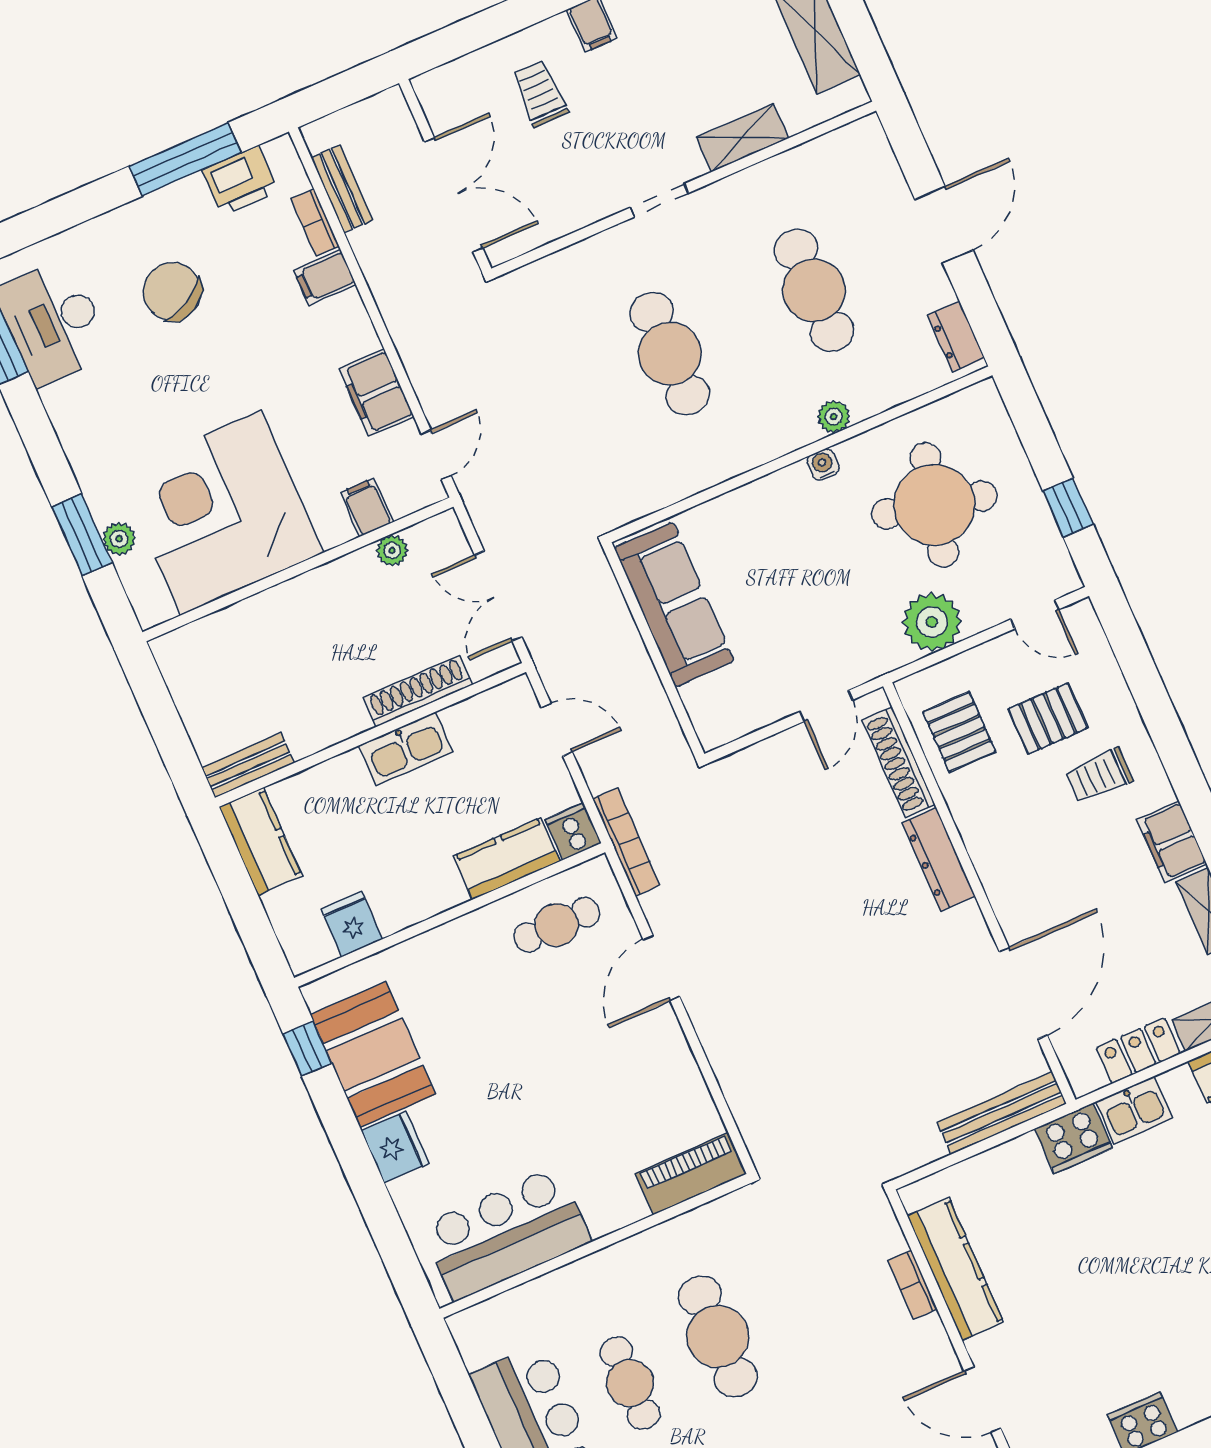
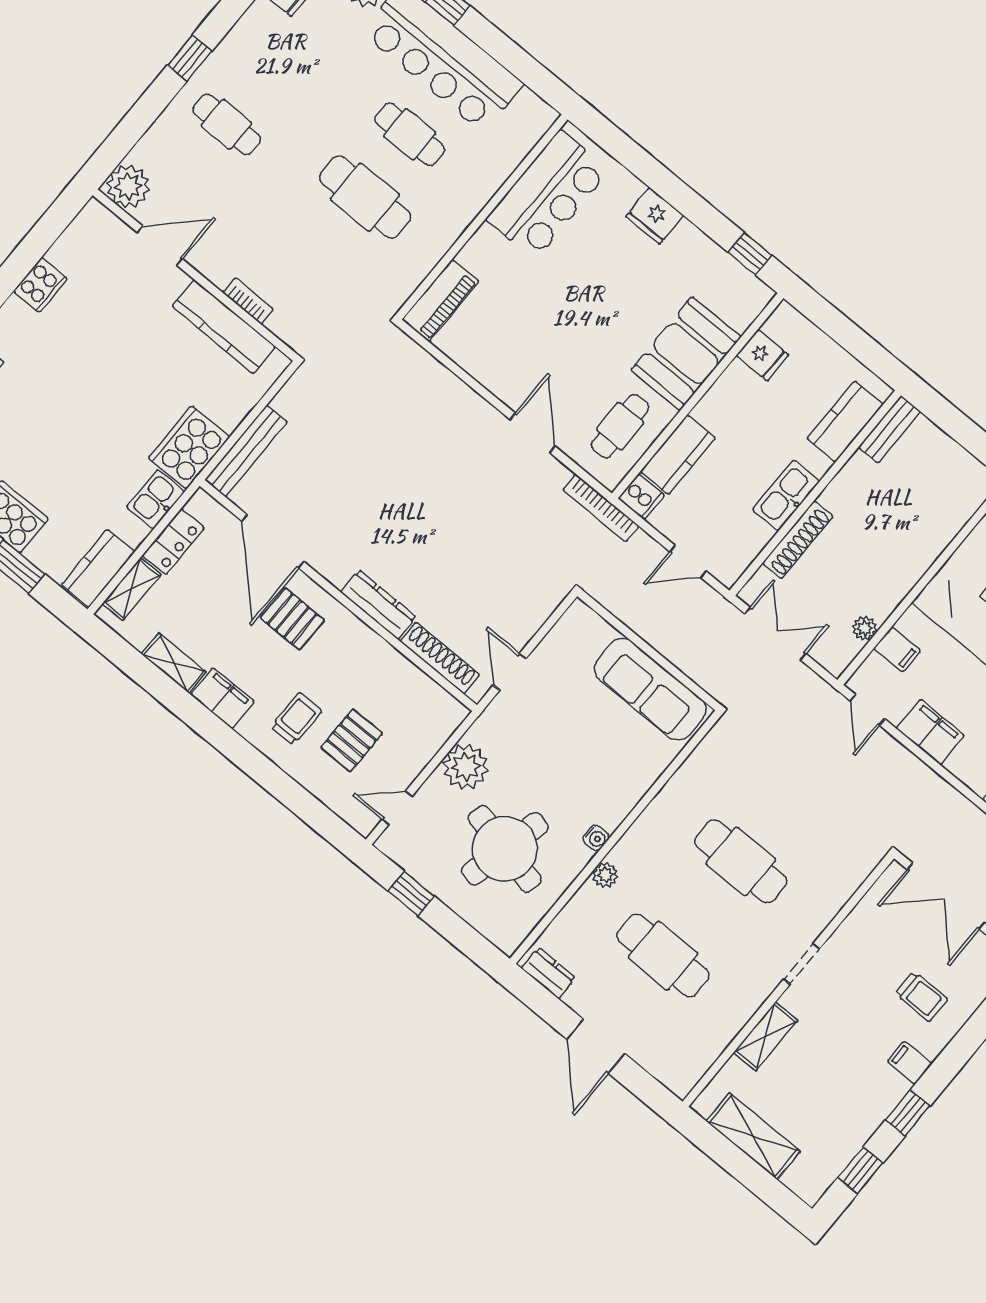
pallet: (959, 732) -> (292, 619), moved
kitchen counter: (260, 841) -> (845, 422), moved, turned 90
booth: (373, 1055) -> (686, 354), moved, turned 90
cooker: (1073, 1138) -> (189, 447), width x1.37, depth x1.31

